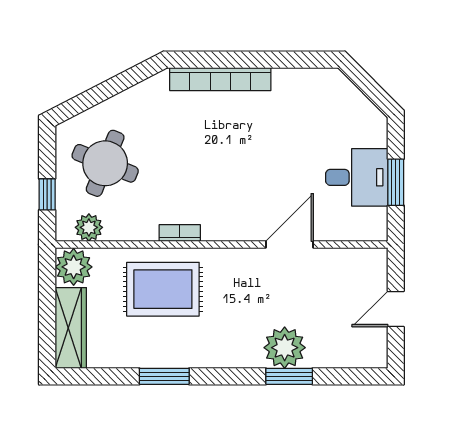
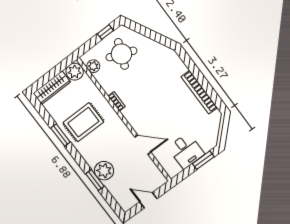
bookcase: (220, 79) -> (199, 92), moved
window: (396, 182) -> (203, 160), moved
window: (47, 194) -> (105, 32), moved
rug: (163, 289) -> (83, 122), moved, turned 90

